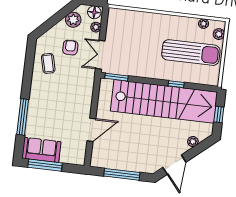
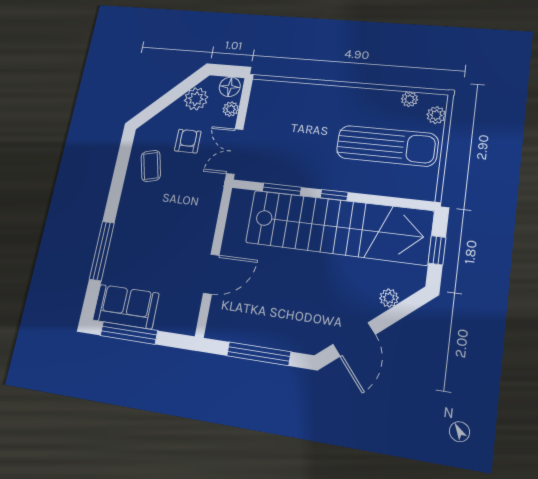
window: (117, 77) -> (282, 189), moved
window: (176, 84) -> (334, 195), moved

